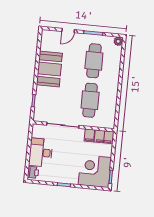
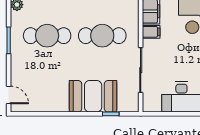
door: (68, 30) -> (9, 95), moved
booth: (49, 69) -> (93, 96), moved

